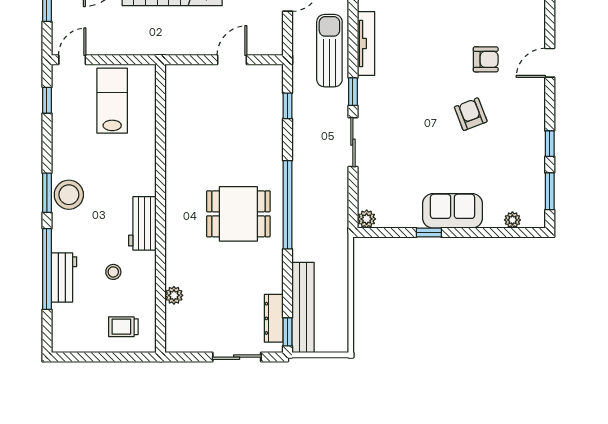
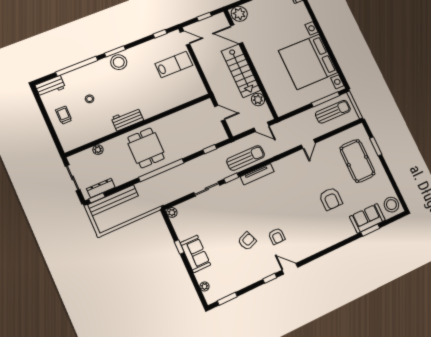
window: (550, 144) -> (270, 278), moved
wall: (161, 208) -> (139, 125), moved
workbench: (142, 223) -> (127, 119), moved
workbench: (64, 277) -> (50, 86), moved
plant: (174, 295) -> (98, 150), moved

